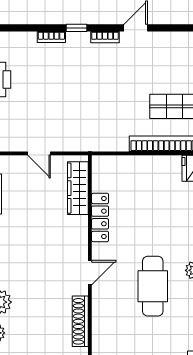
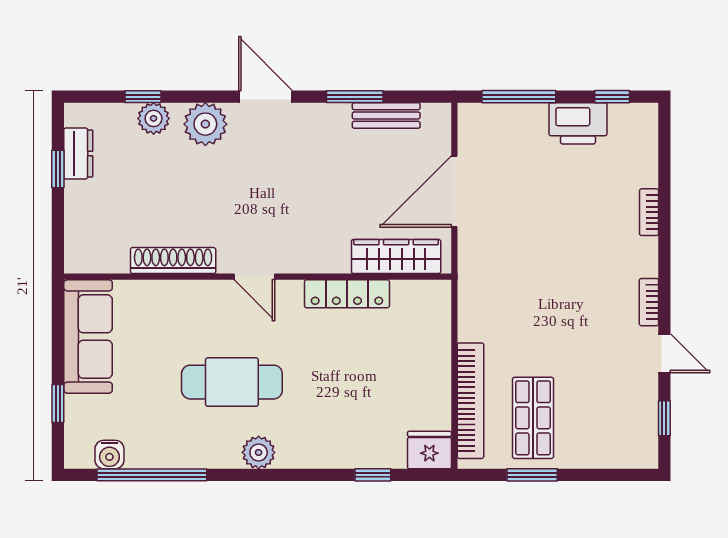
window: (76, 28) -> (664, 418), moved
door: (39, 153) -> (454, 192), width x1.87

